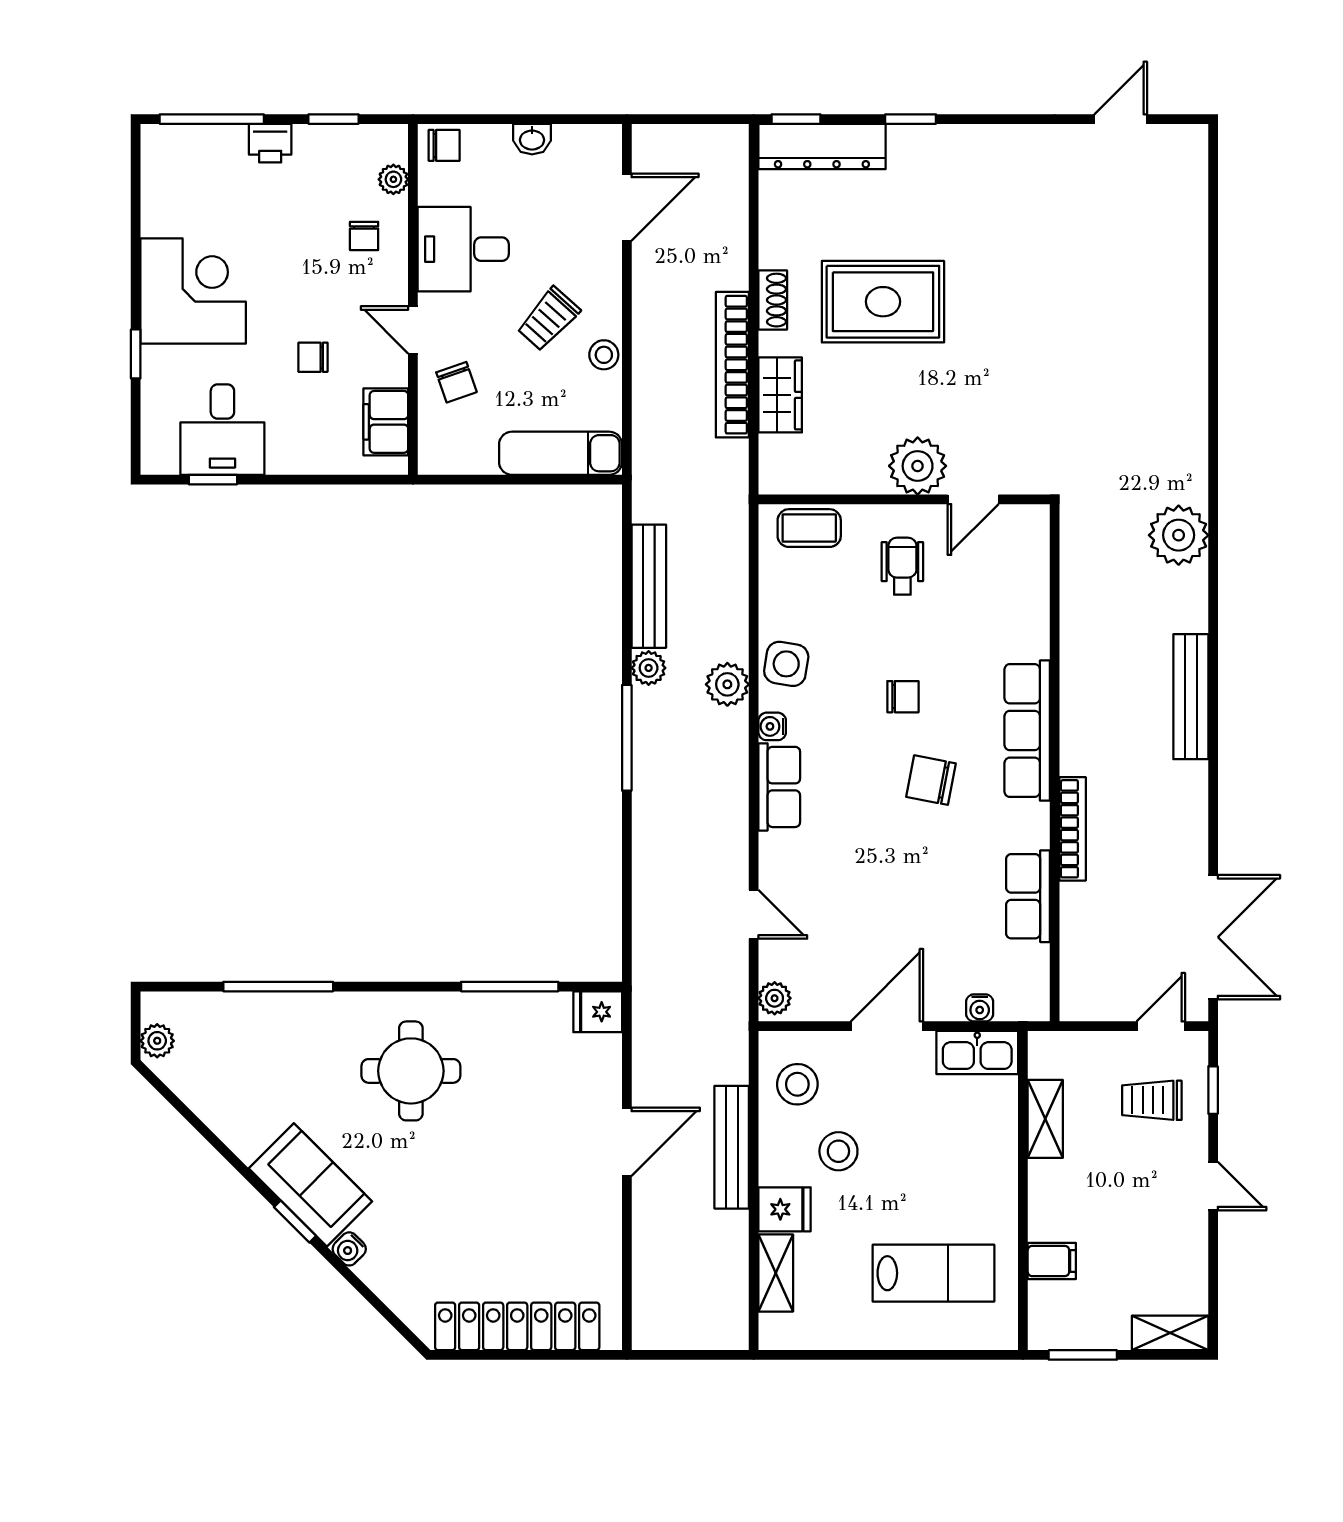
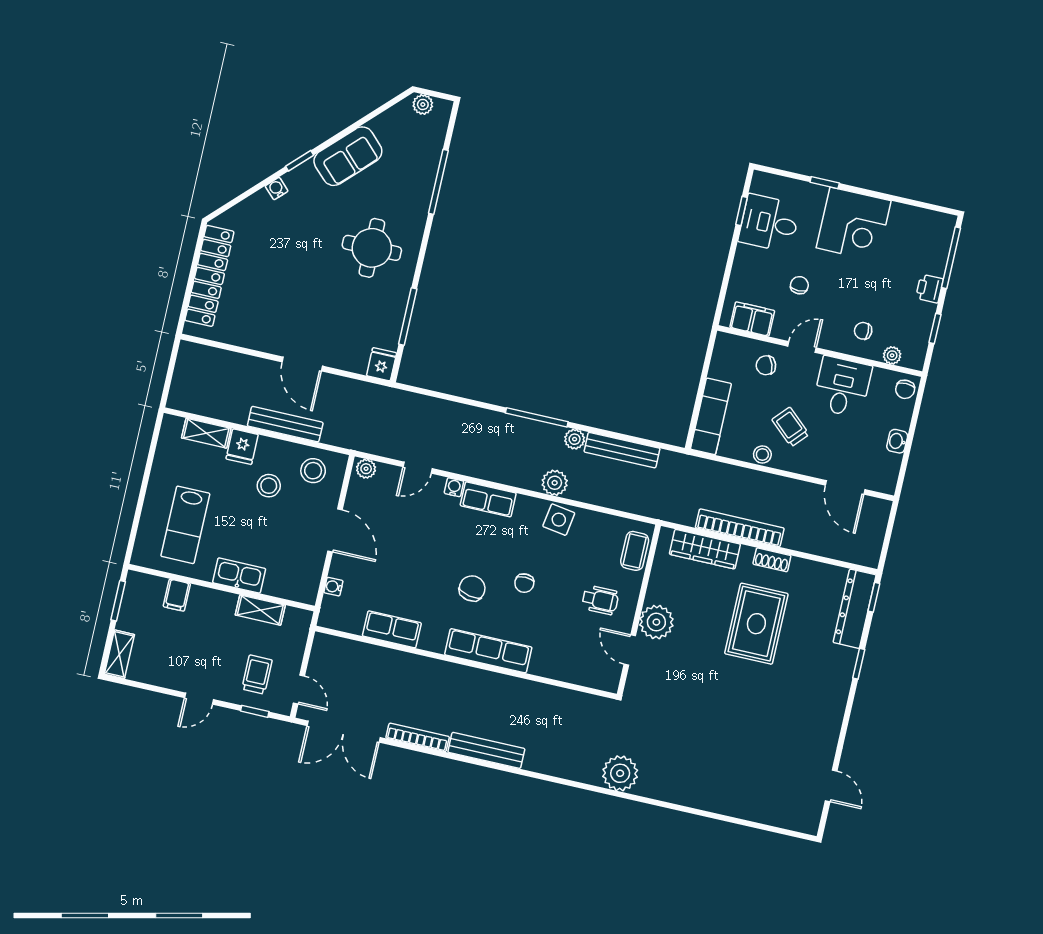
wardrobe: (780, 395) -> (705, 549), width x1.50
plant: (1179, 535) -> (620, 773), moved
water cooler: (772, 726) -> (454, 487), moved
bookcase: (1073, 829) -> (418, 737), moved, turned 180
kitchen sink: (977, 1052) -> (239, 576), moved, turned 90
sofa: (310, 1185) -> (348, 156), moved

